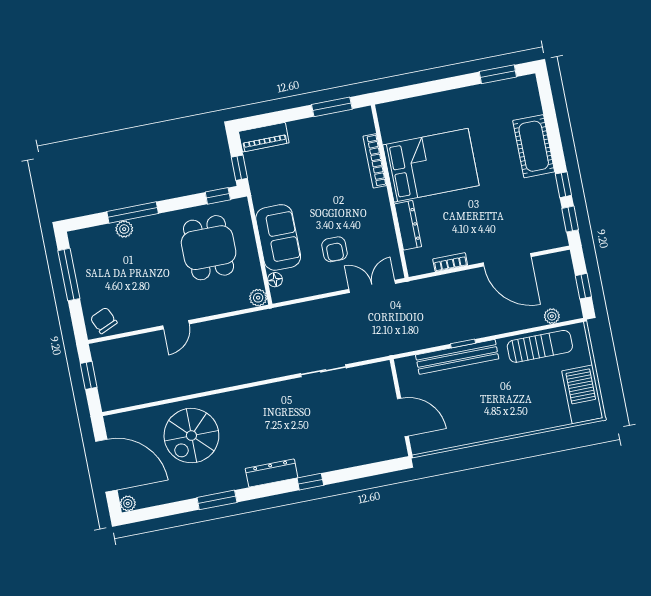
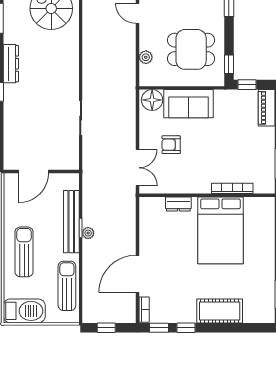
dresser: (408, 225) -> (178, 204), width x0.70
bookcase: (450, 262) -> (144, 310), moved
floor lamp: (275, 280) -> (152, 100), width x1.89, depth x1.89
plant: (258, 298) -> (146, 57), moved
plant: (552, 316) -> (88, 233), moved
sun lounger: (540, 346) -> (67, 286), turned 180
sun lounger: (507, 409) -> (24, 252), added

